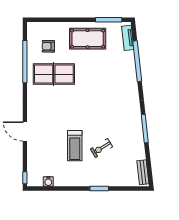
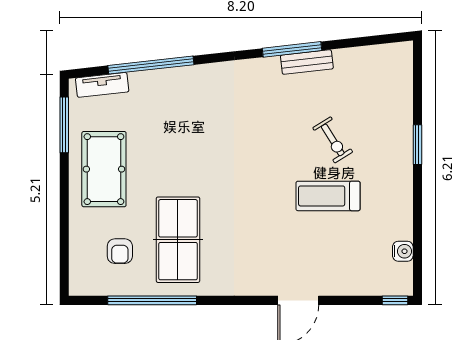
treadmill: (75, 146) -> (328, 196), turned 180
bench: (143, 172) -> (307, 62), moved

